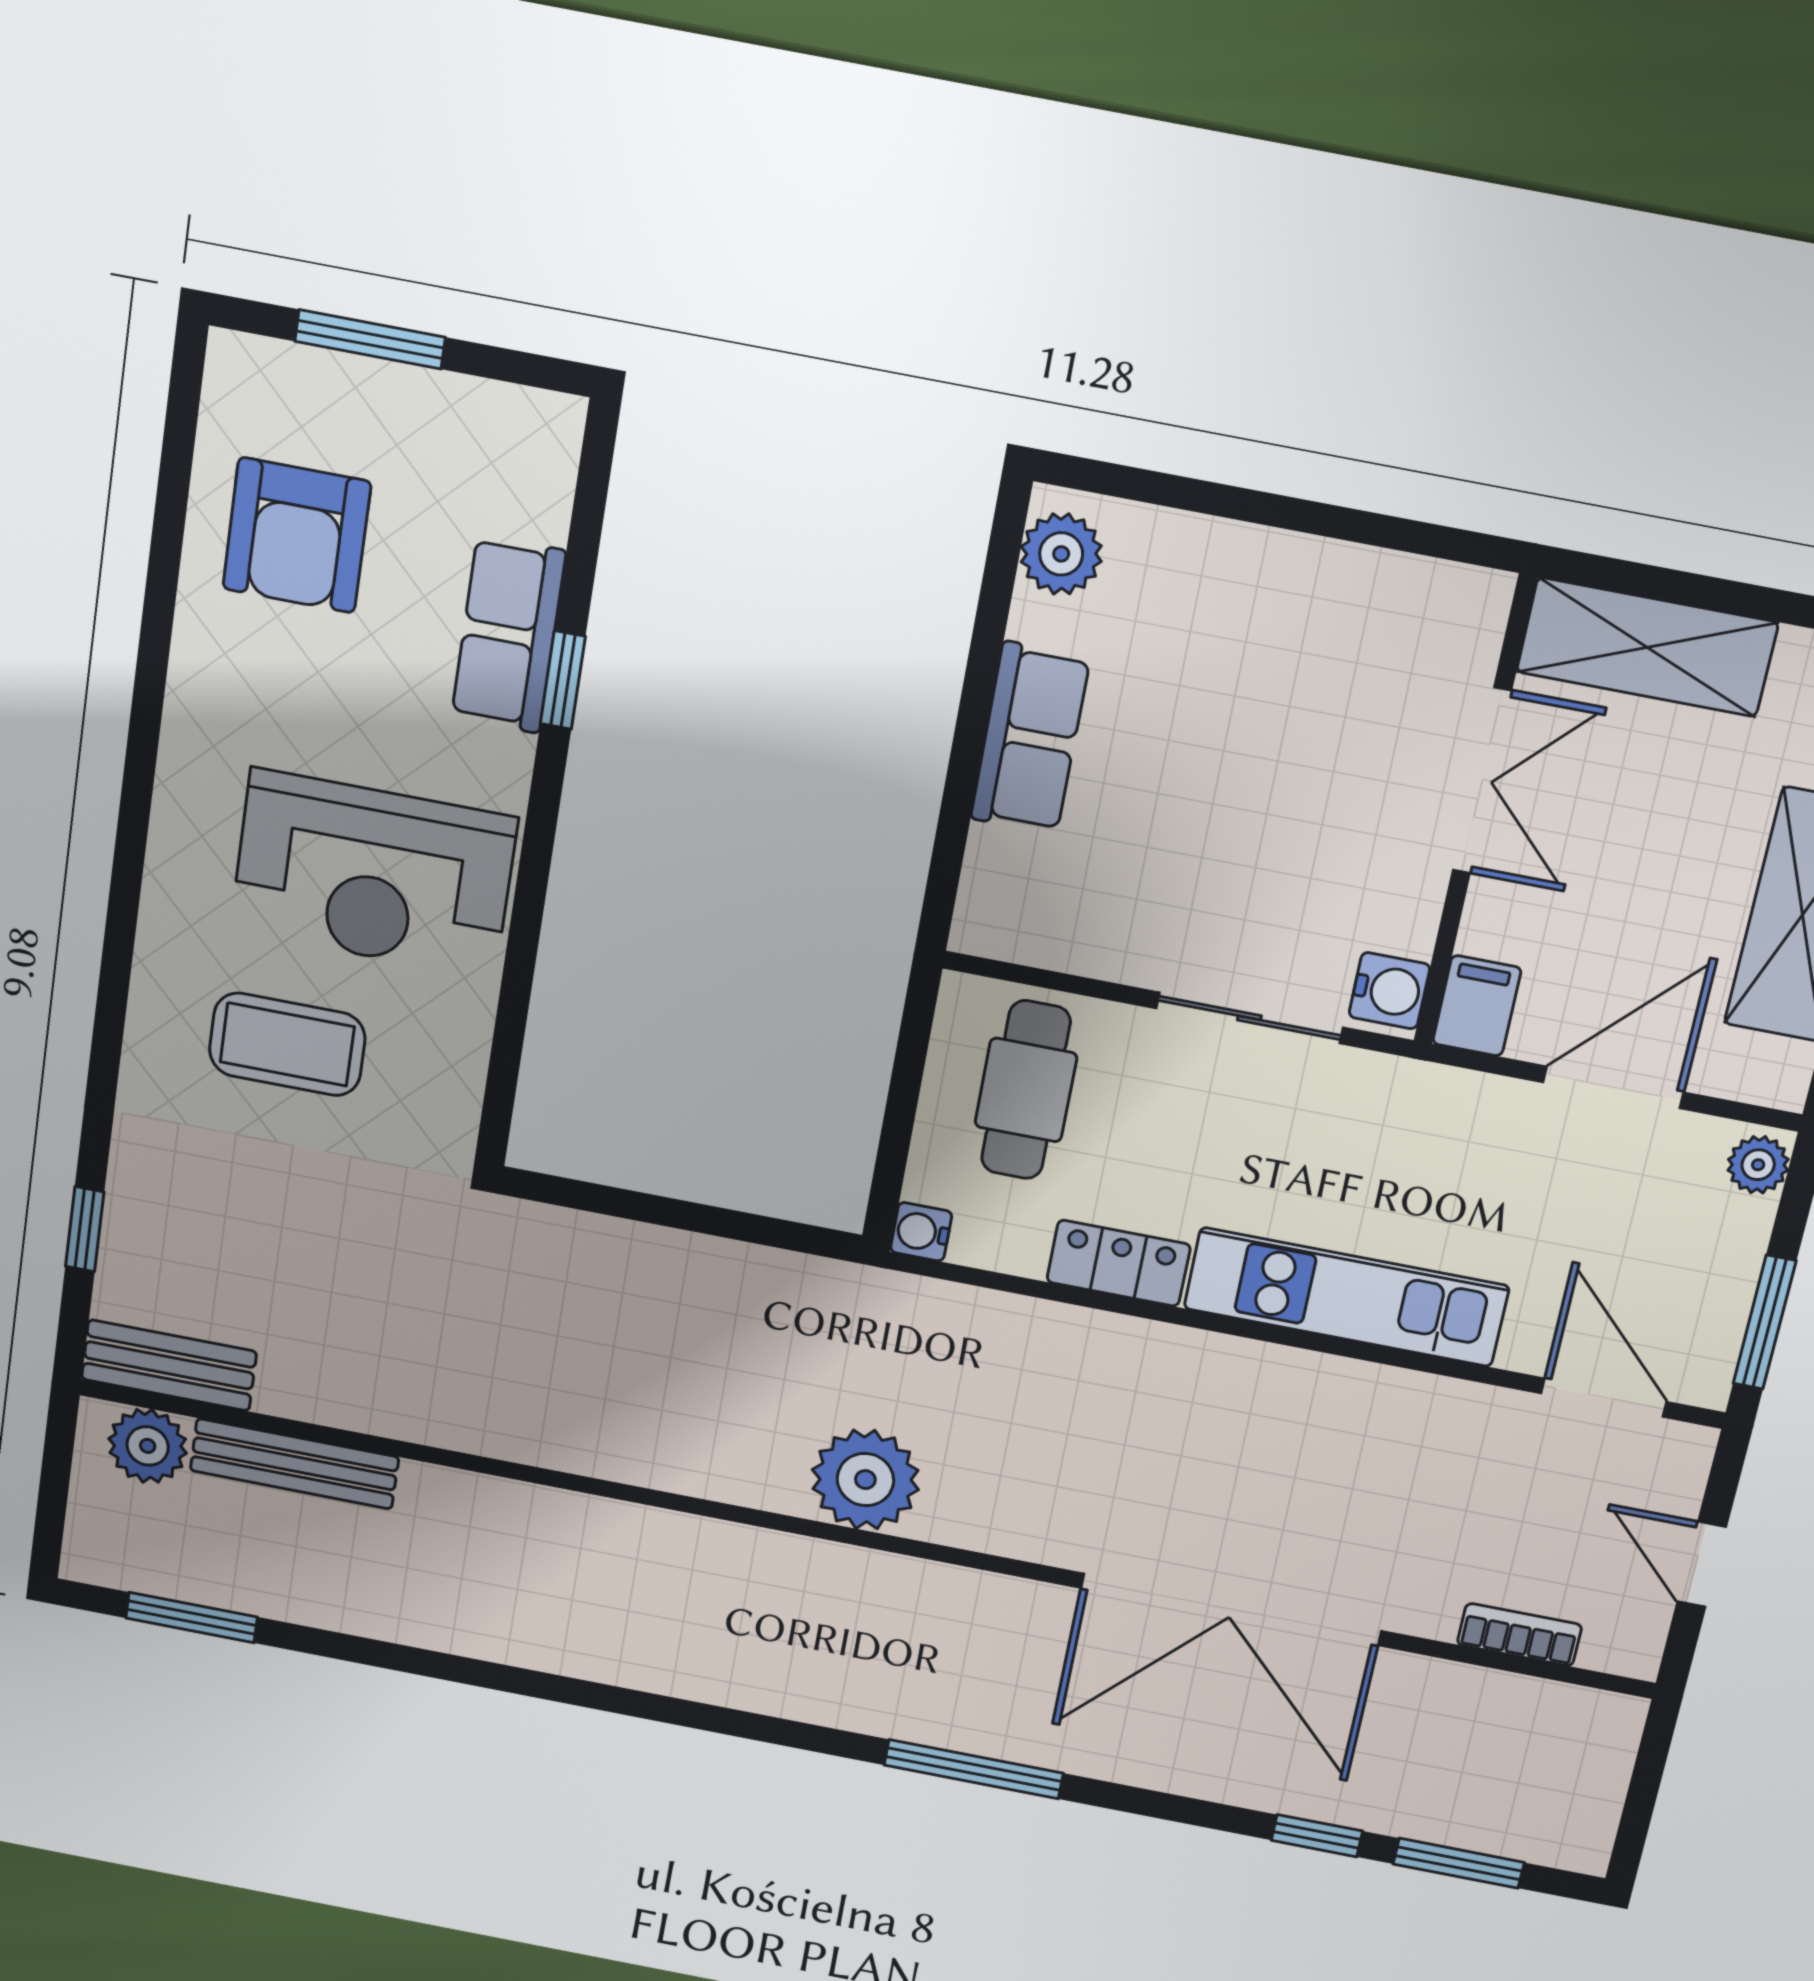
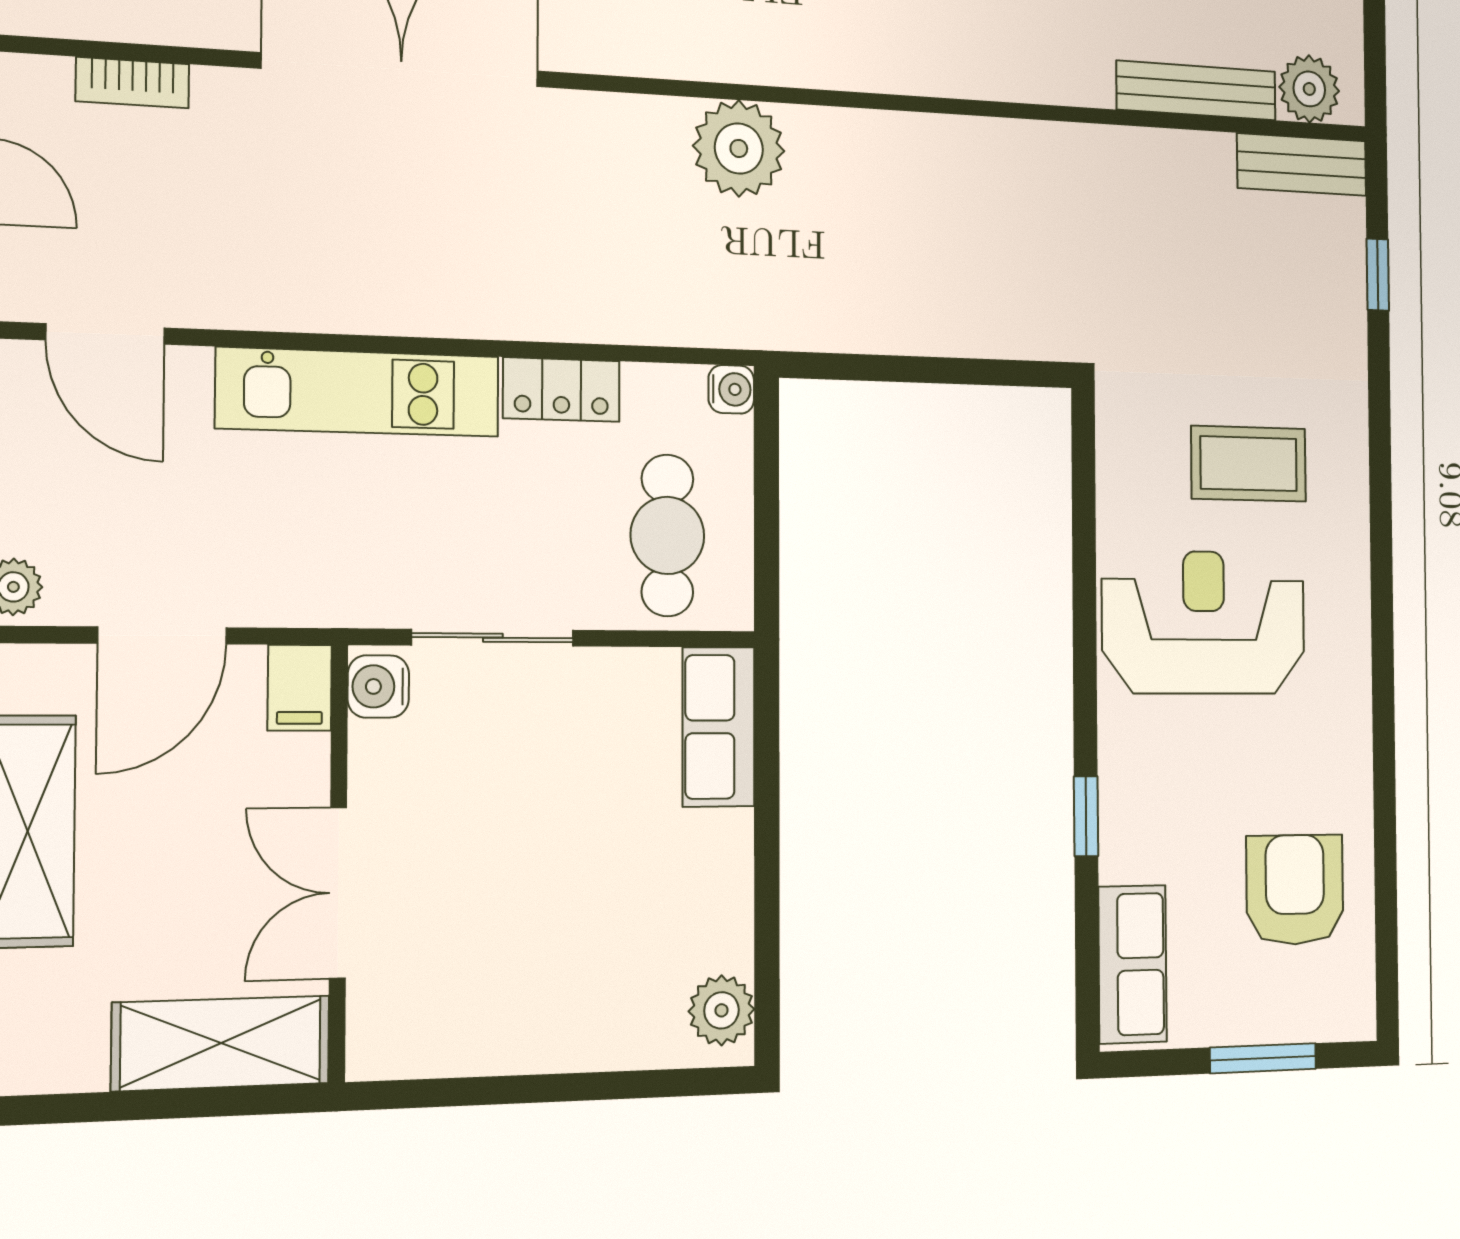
row of seats: (508, 634) -> (1133, 964), moved
row of seats: (1030, 738) -> (718, 727), moved

